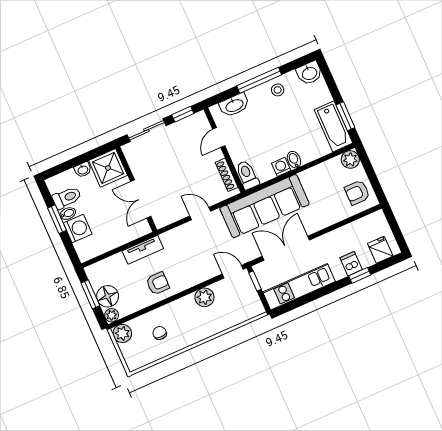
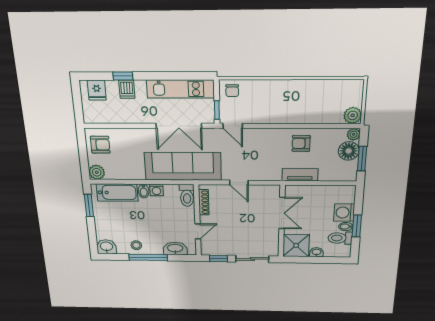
bathtub: (333, 126) -> (117, 193), moved, turned 90
plant: (204, 297) -> (267, 115), removed
chair: (160, 333) -> (232, 91), moved

